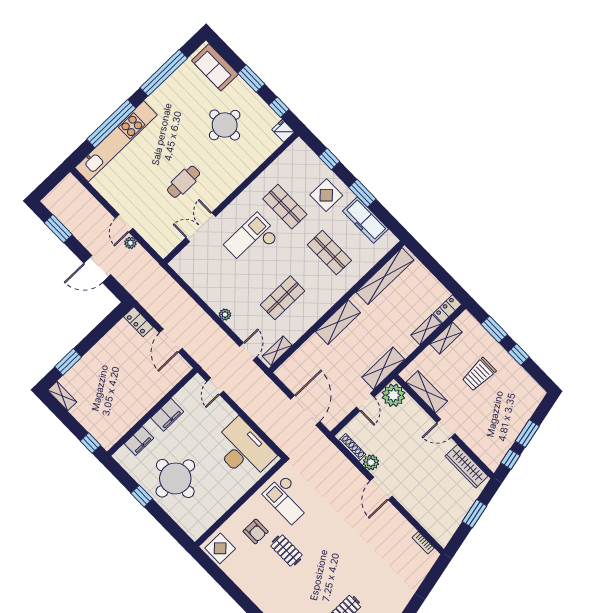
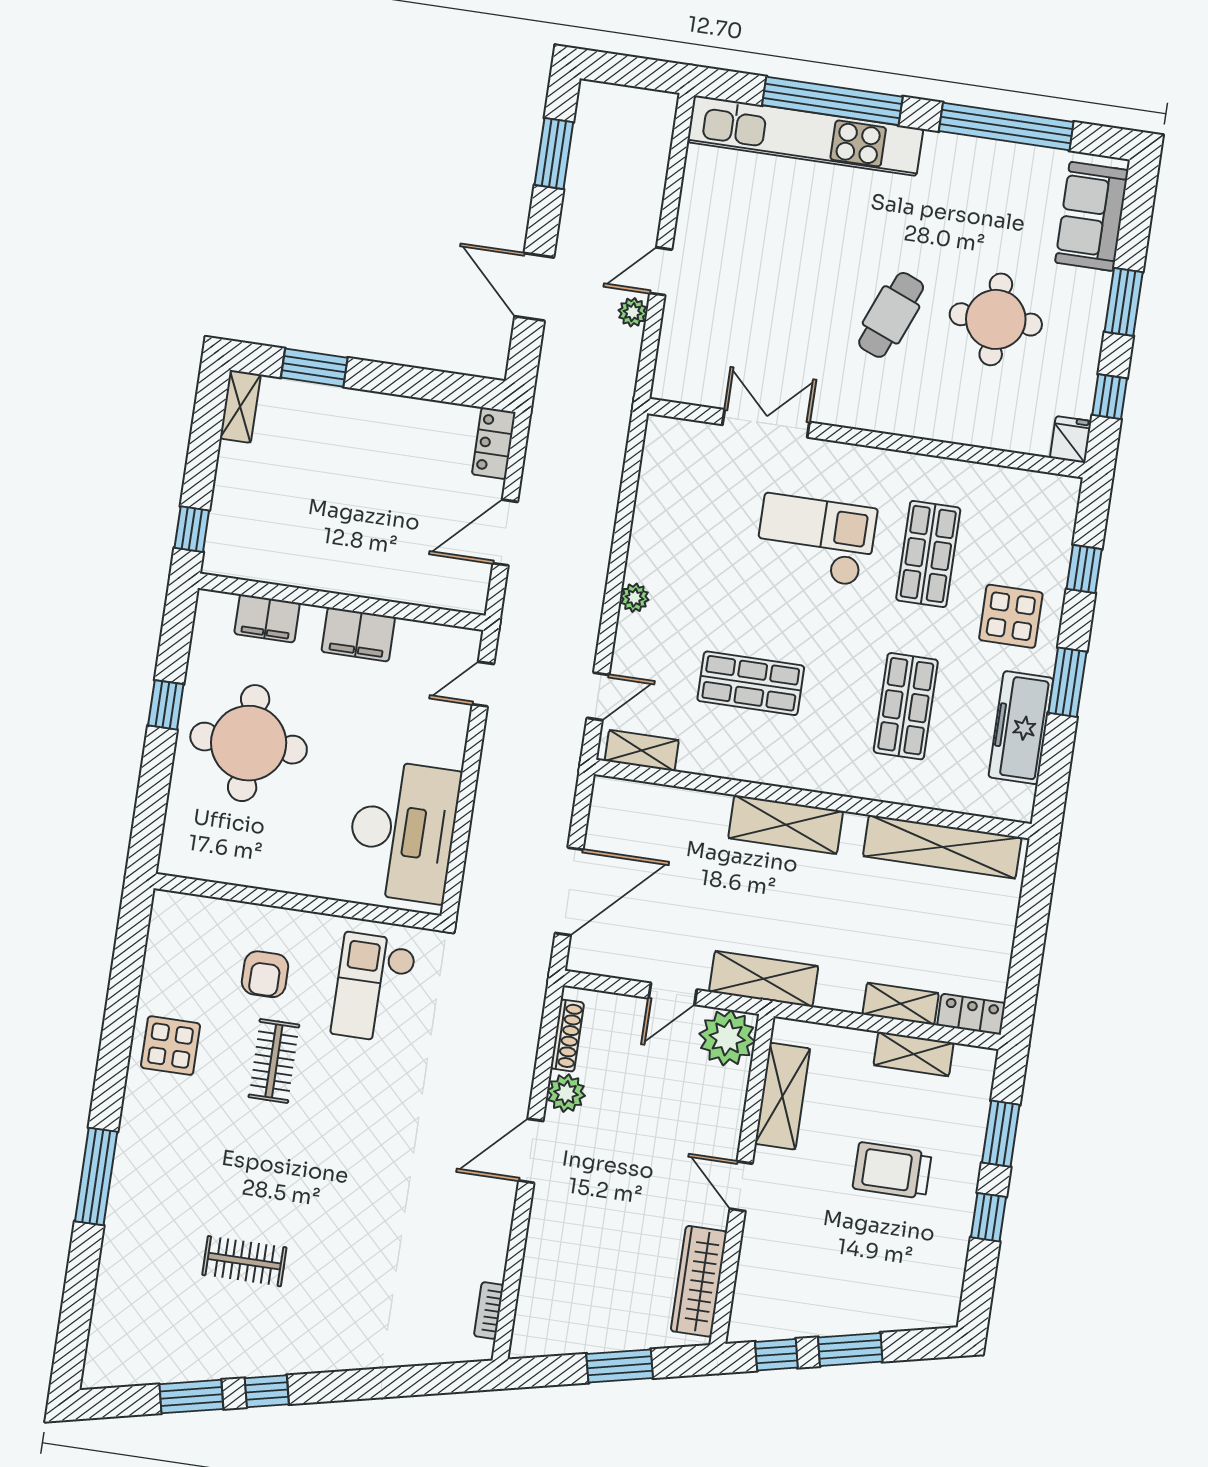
cafe table: (184, 182) -> (891, 315), moved, turned -68
display table: (220, 548) -> (171, 1046), moved

